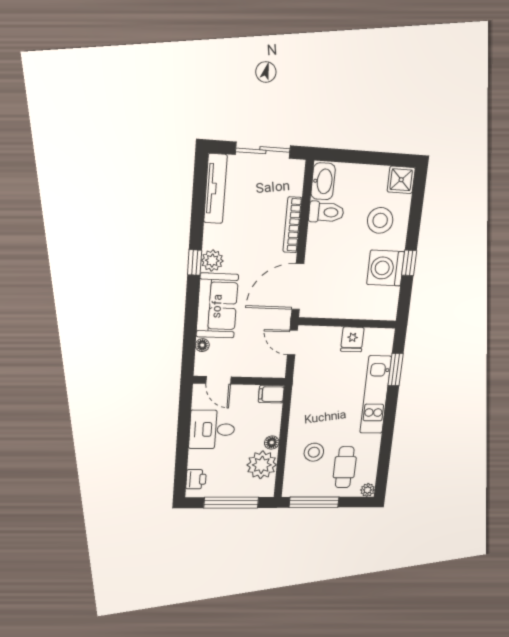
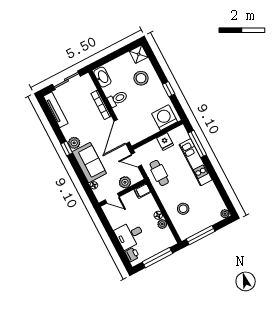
toilet: (326, 212) -> (118, 99), moved
washing machine: (386, 268) -> (165, 118), moved, turned 90
plant: (253, 367) -> (125, 182), added
window: (396, 370) -> (197, 144), width x1.44
desk: (212, 429) -> (130, 235), moved
plant: (262, 465) -> (162, 224), width x0.53, depth x0.53
cafe table: (345, 467) -> (159, 173), moved

